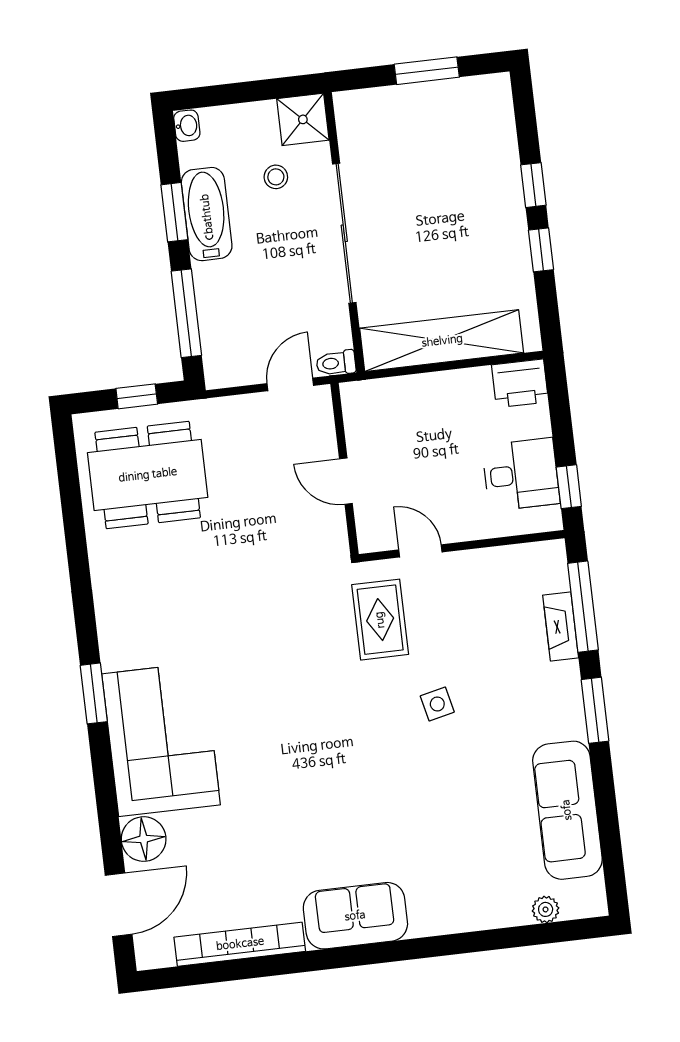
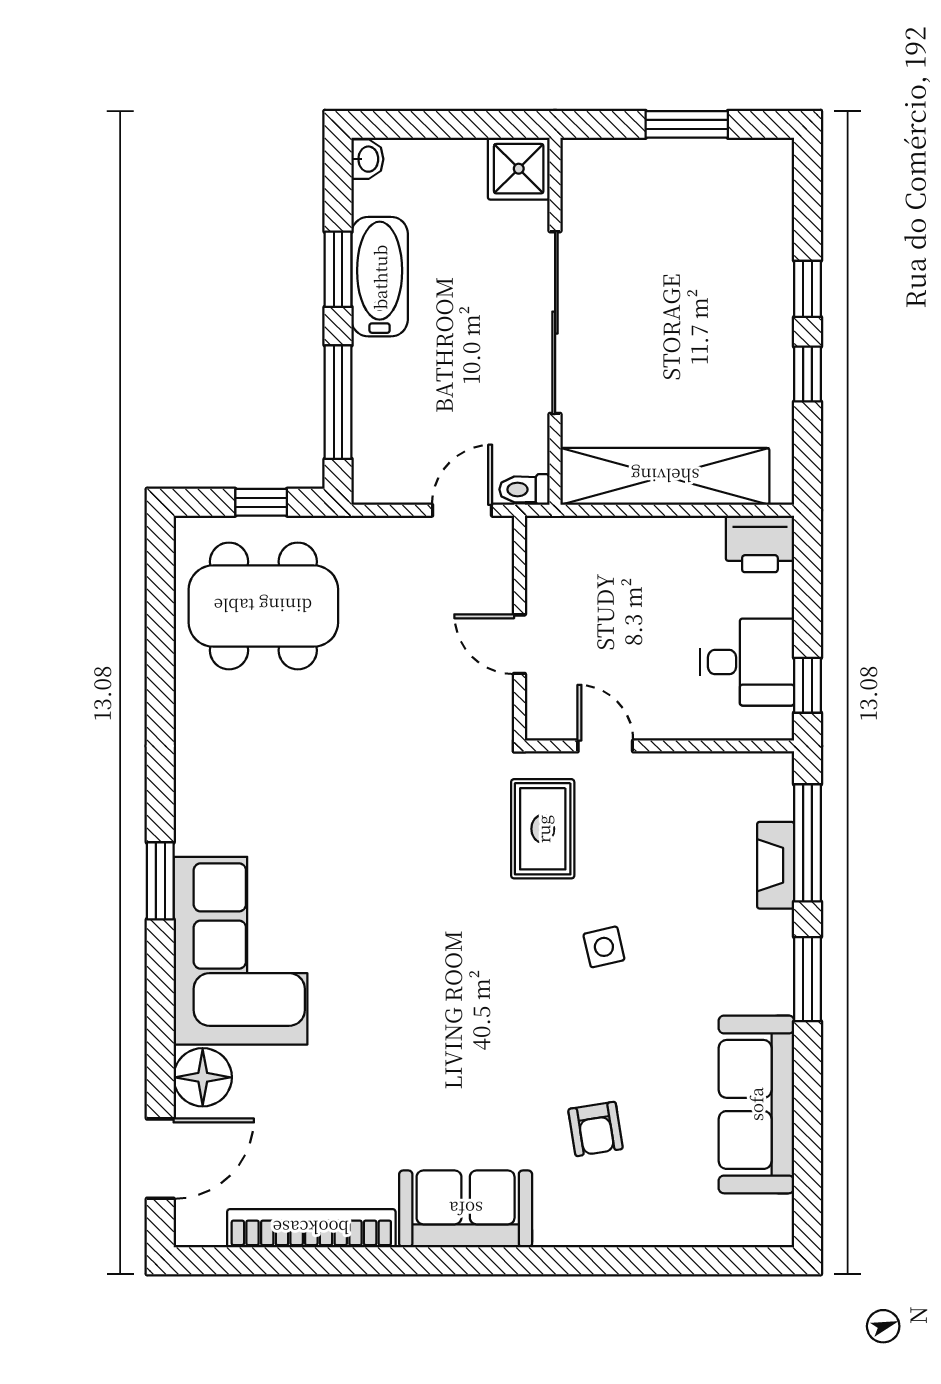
stool: (276, 177) -> (475, 239), removed
armchair: (447, 843) -> (596, 1129), added
plant: (546, 909) -> (713, 1230), removed

